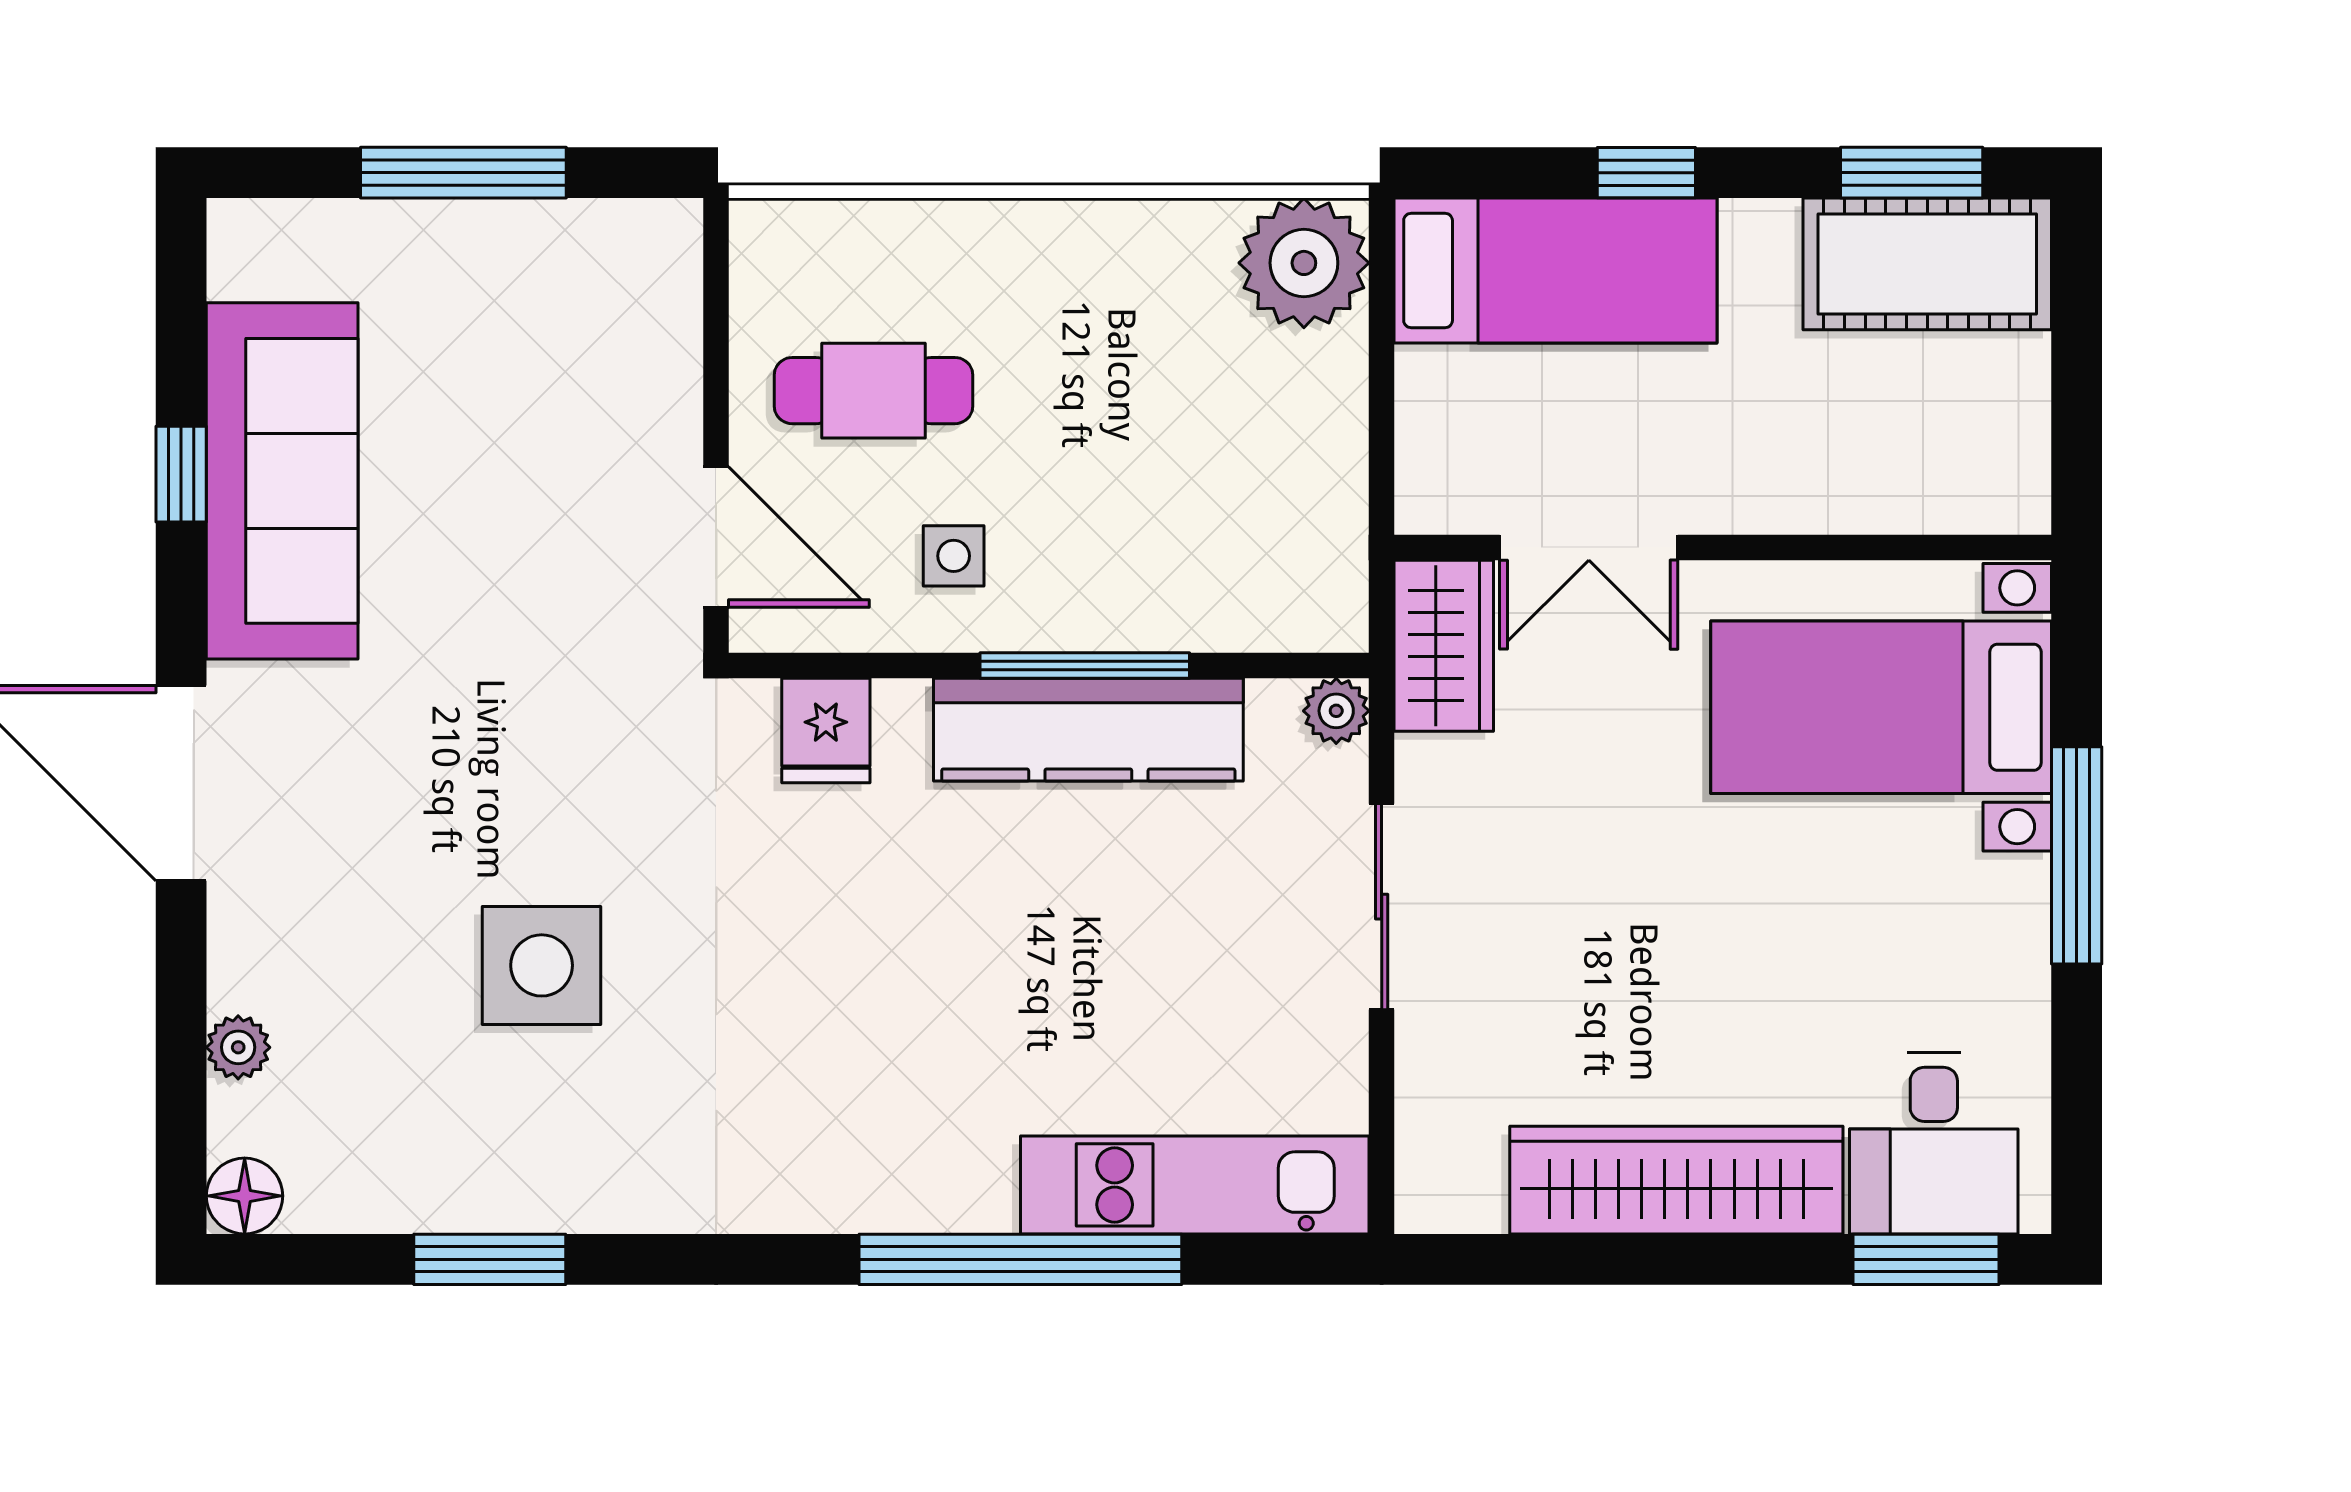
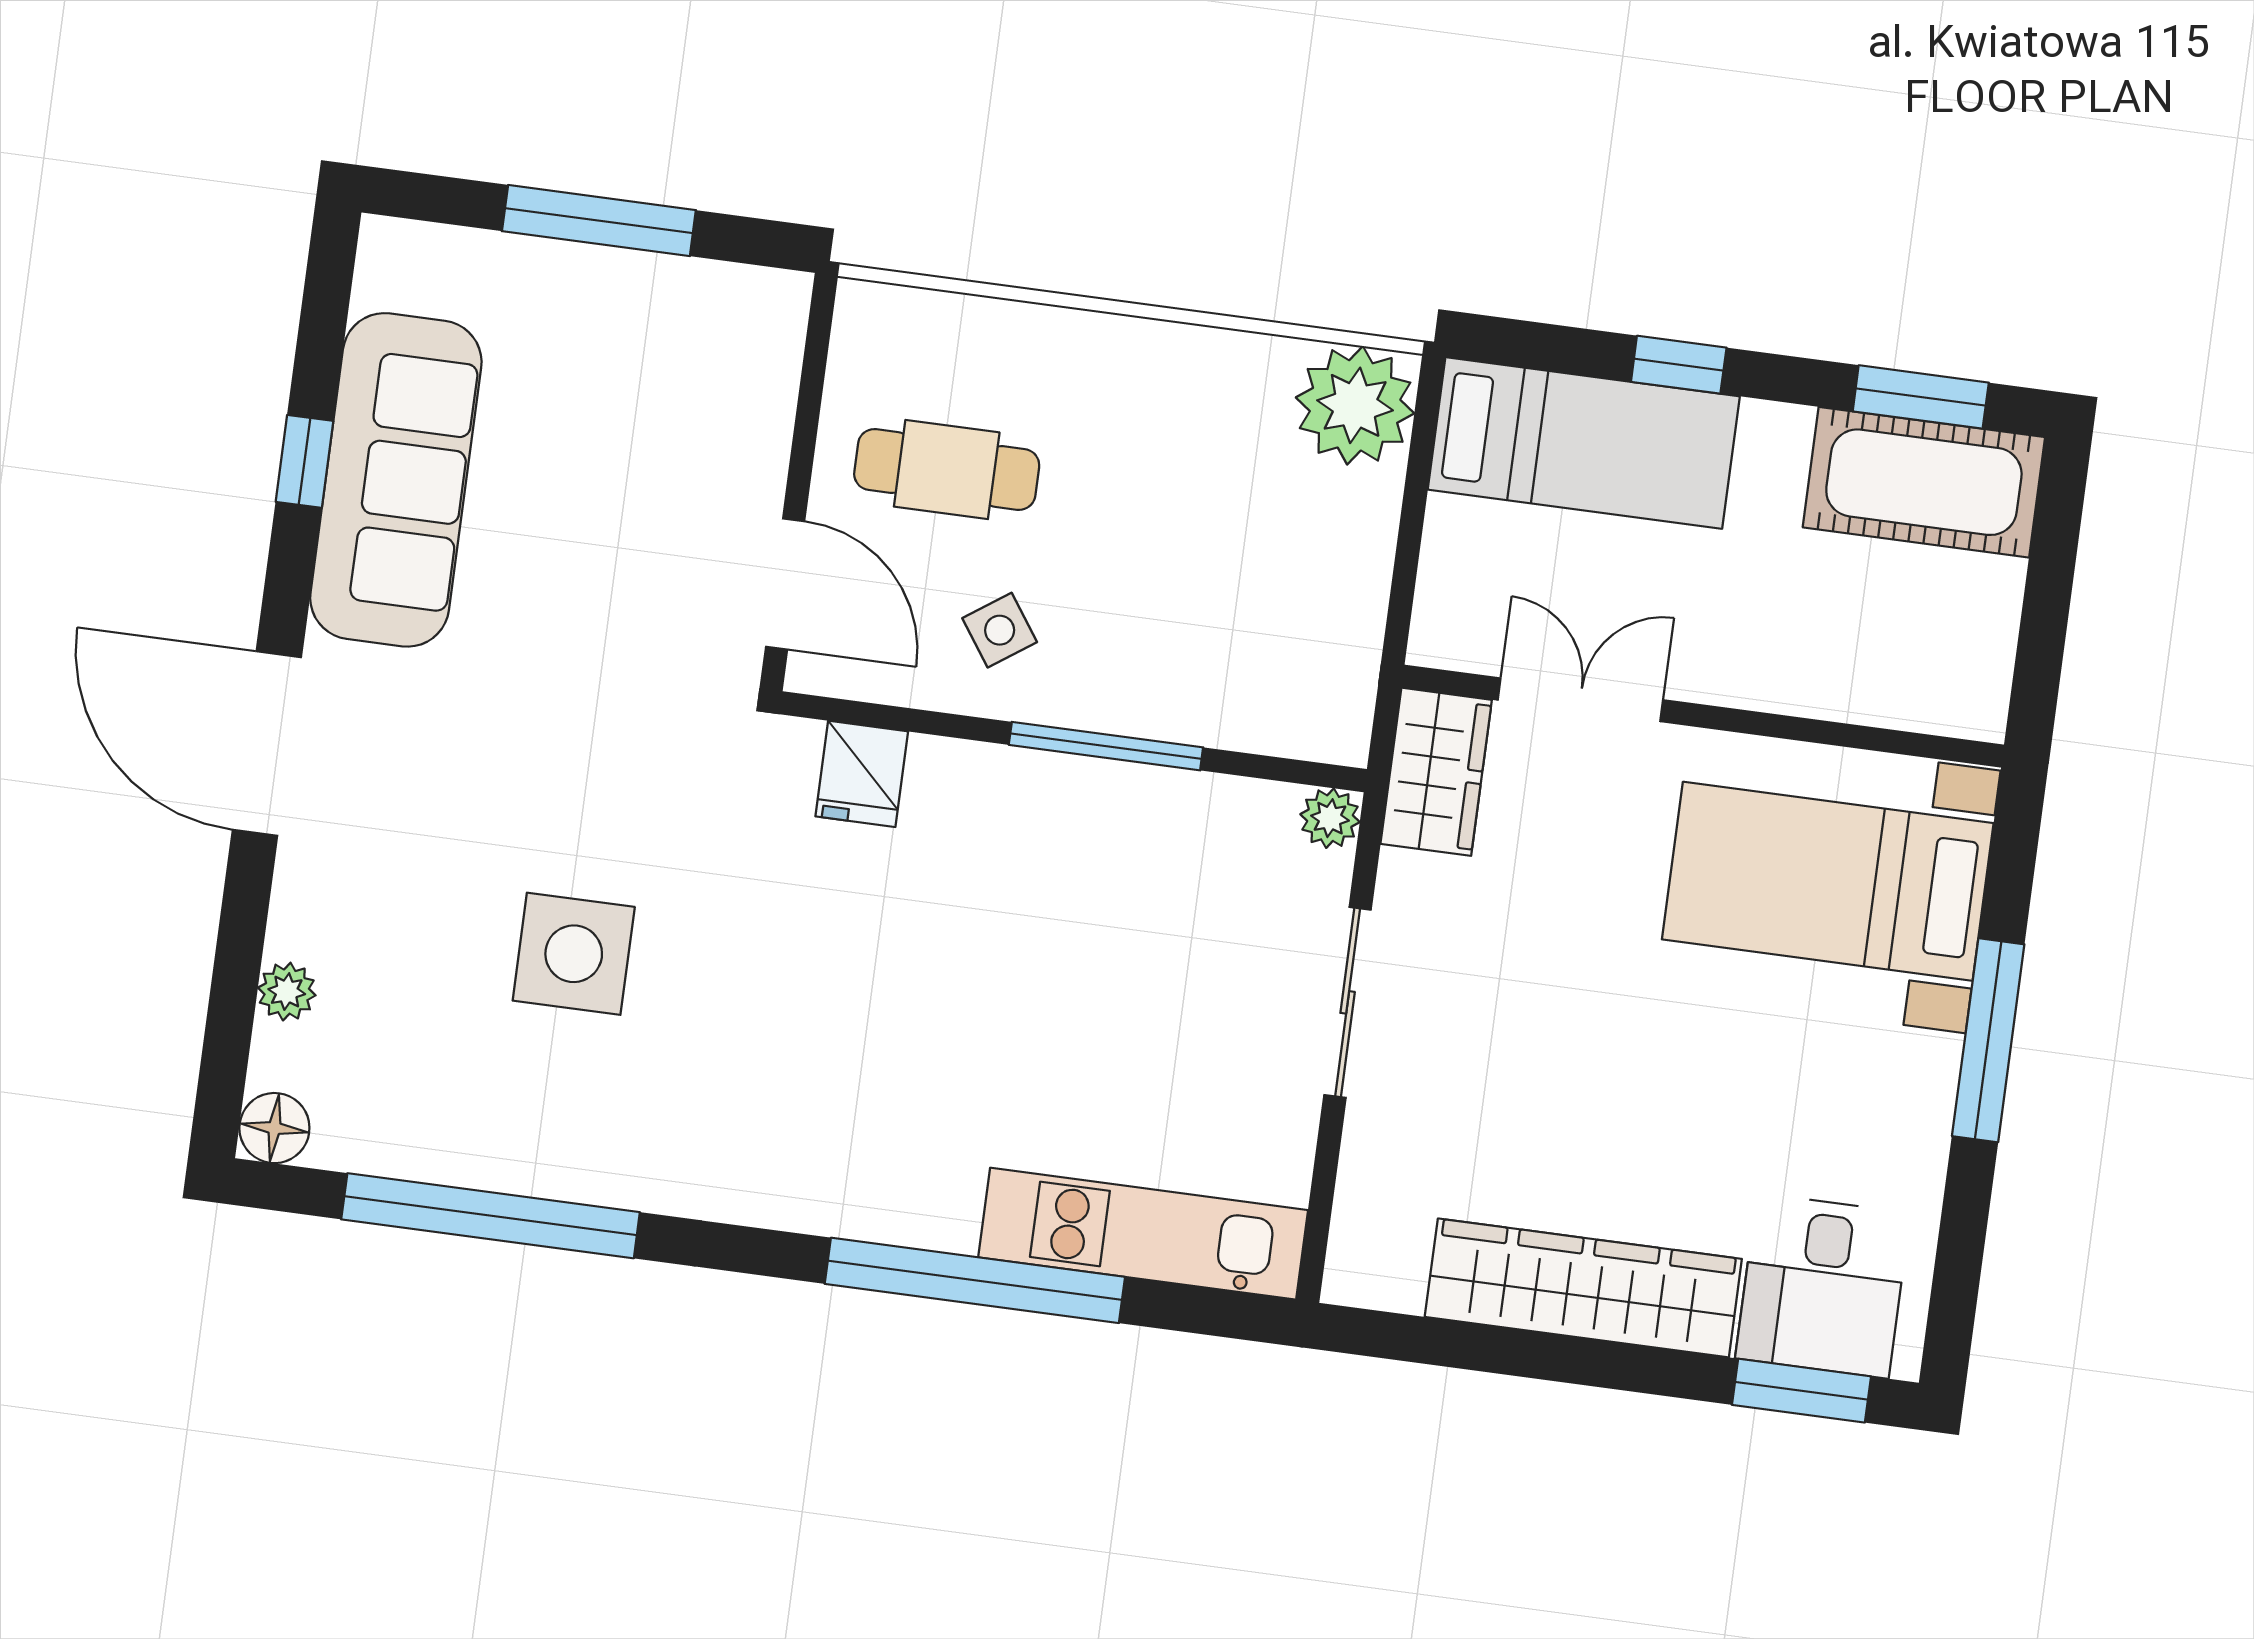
double door: (1589, 548) -> (1580, 700), swing flipped
side table: (954, 556) -> (1000, 630), turned -35
kitchen counter: (1088, 730) -> (1101, 805), removed
window: (490, 1259) -> (491, 1216), width x2.11

